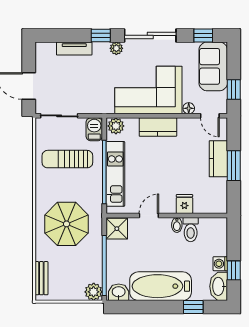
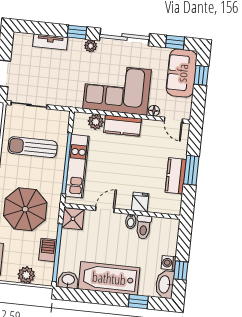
window: (234, 89) -> (201, 75), moved
plant: (116, 126) -> (96, 122), moved
barbecue: (94, 129) -> (48, 250), moved
kitchen counter: (218, 159) -> (176, 176), moved
plant: (94, 292) -> (26, 275), moved

